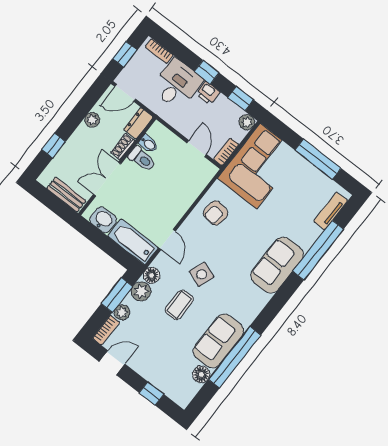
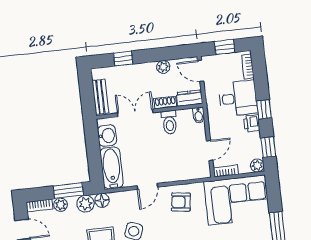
bidet: (148, 144) -> (199, 115), moved
door: (167, 239) -> (147, 186), moved

